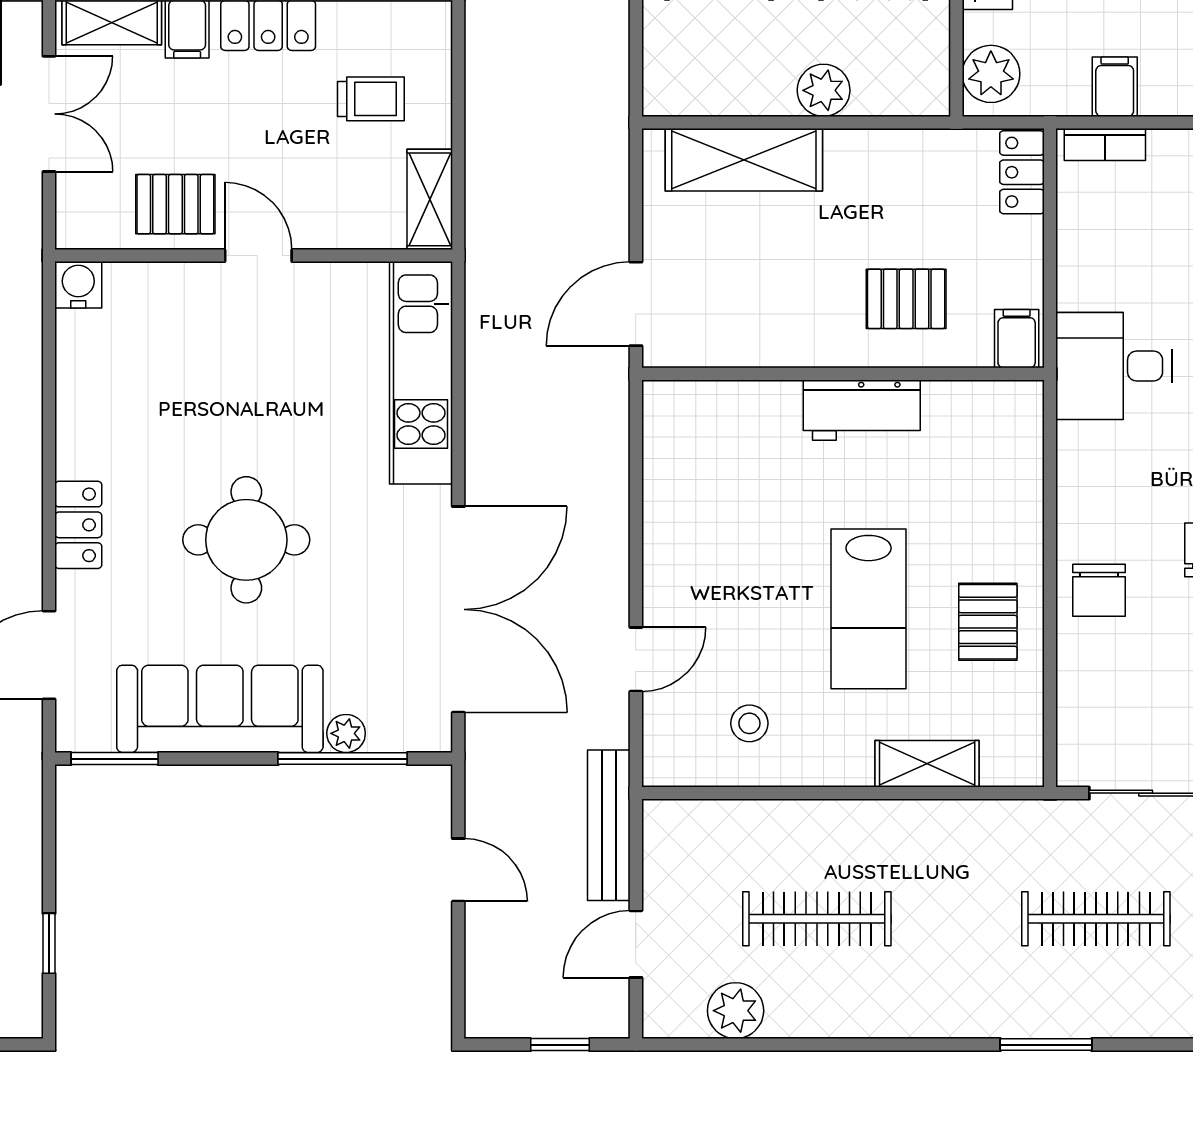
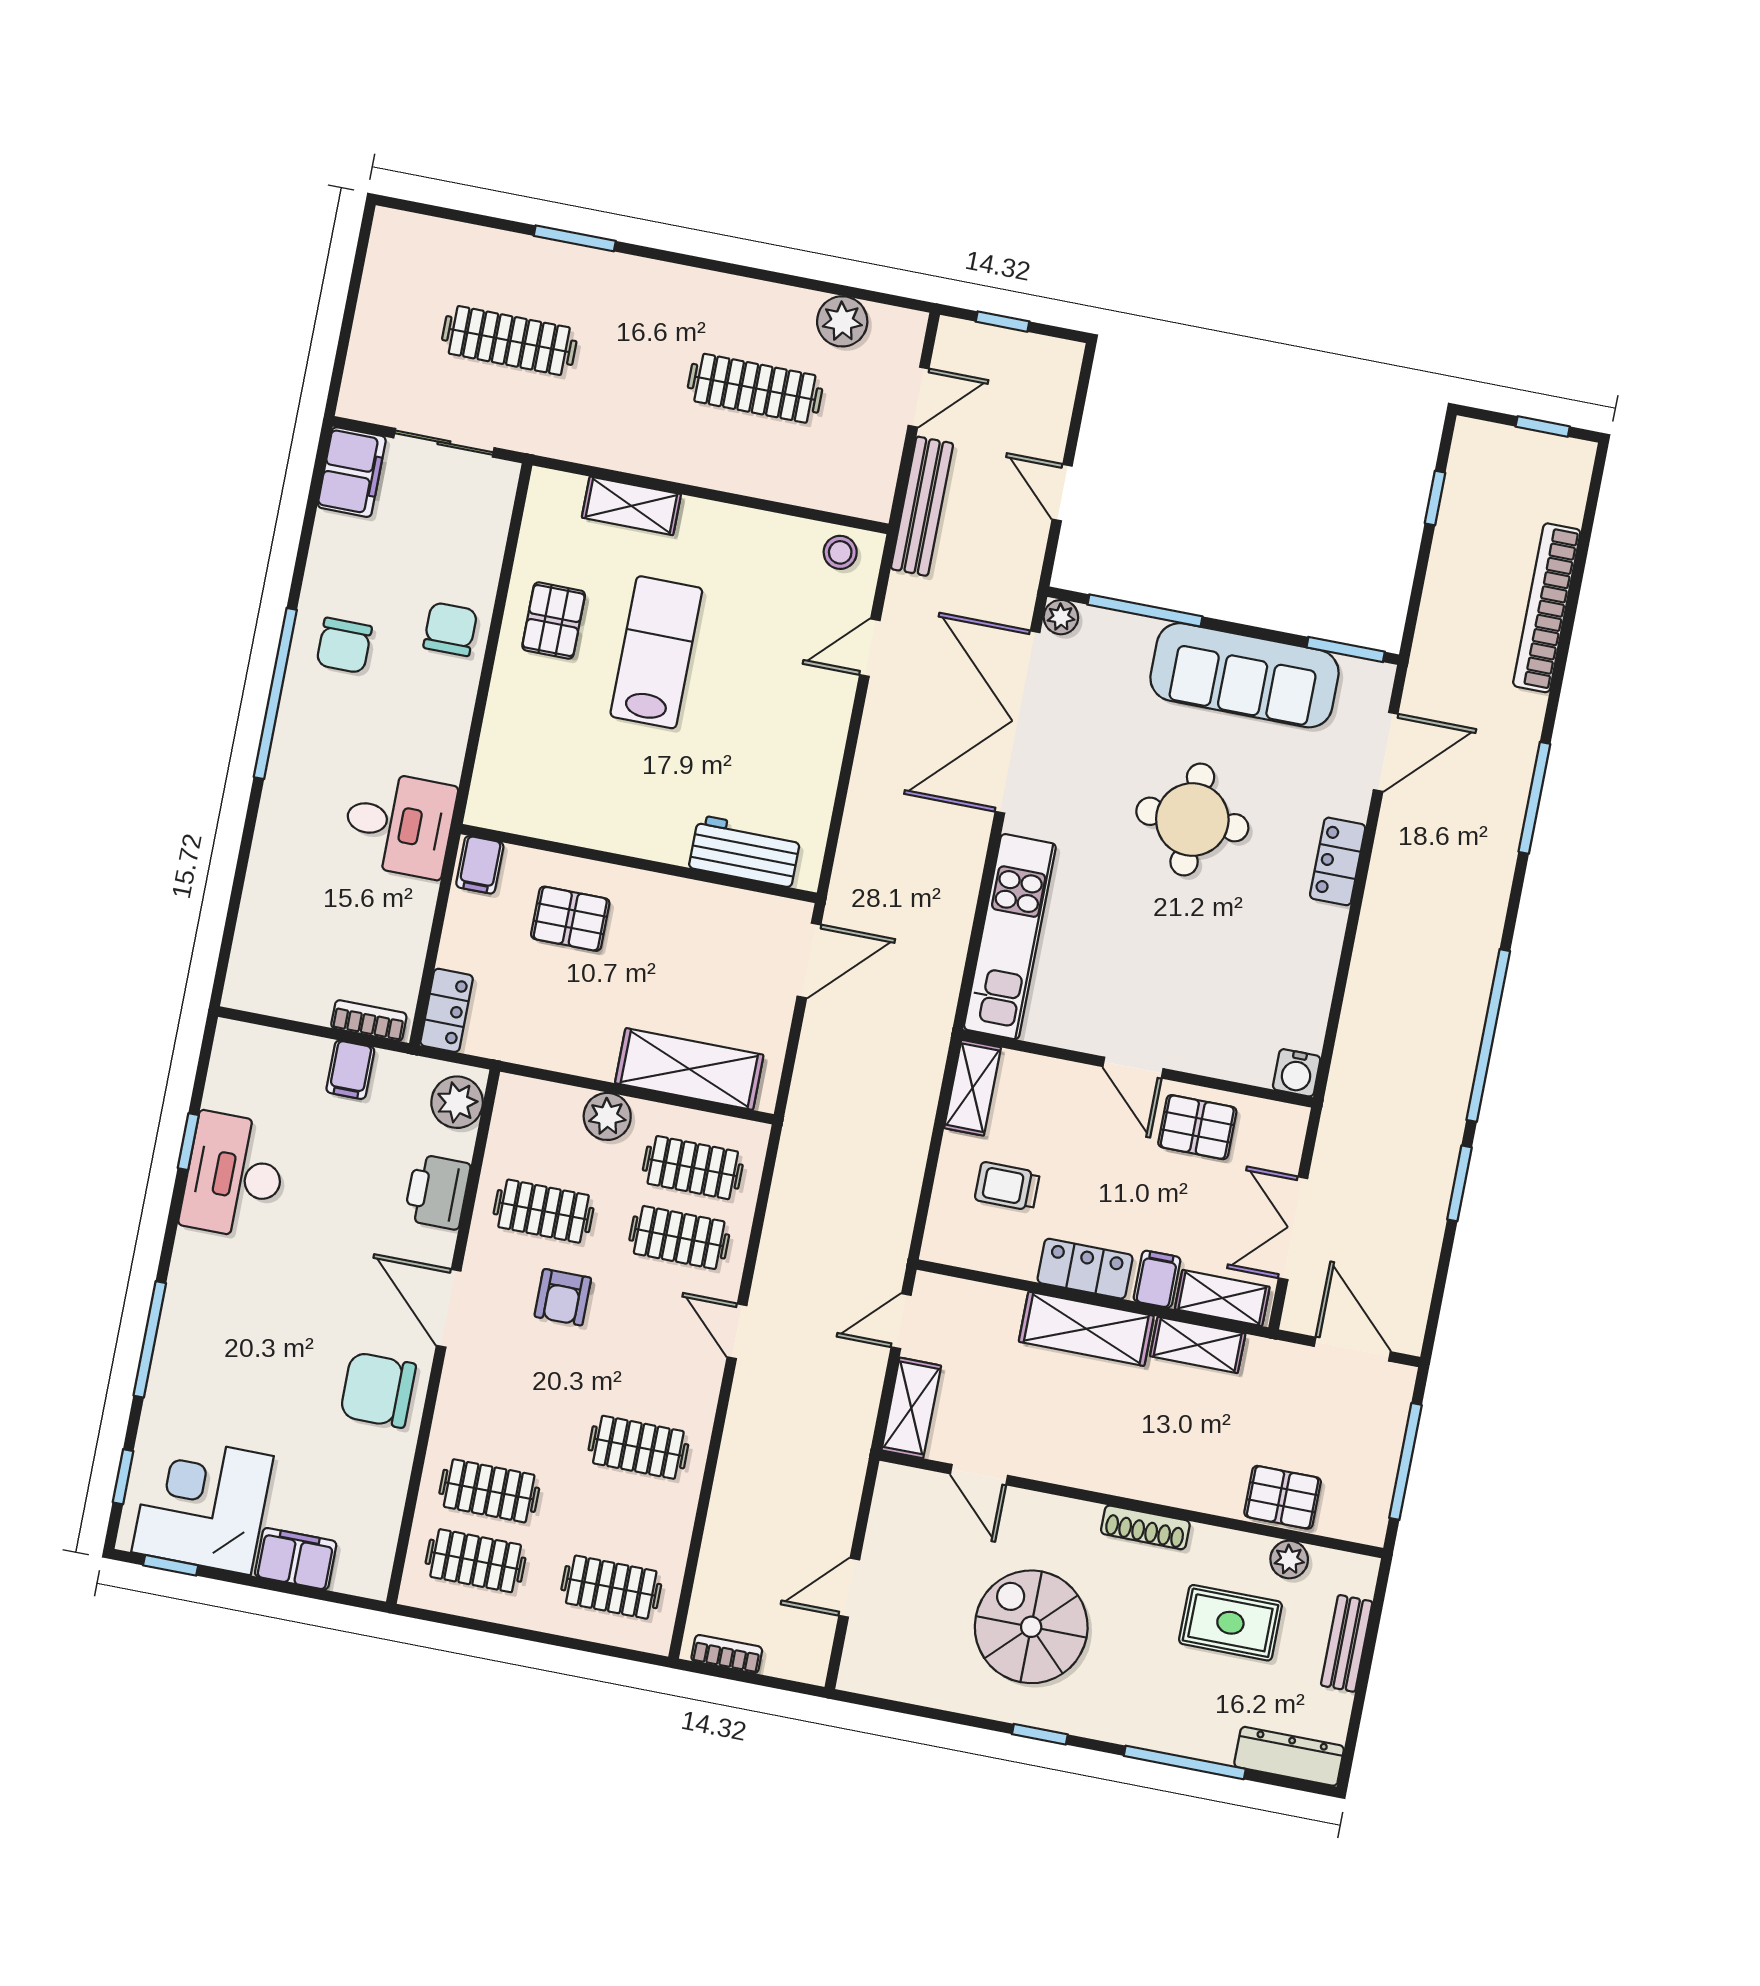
clothes rail: (719, 53) -> (693, 1168), added
workbench: (862, 410) -> (745, 851), moved
stool: (749, 723) -> (840, 552), moved
plant: (346, 733) -> (1061, 617), moved

